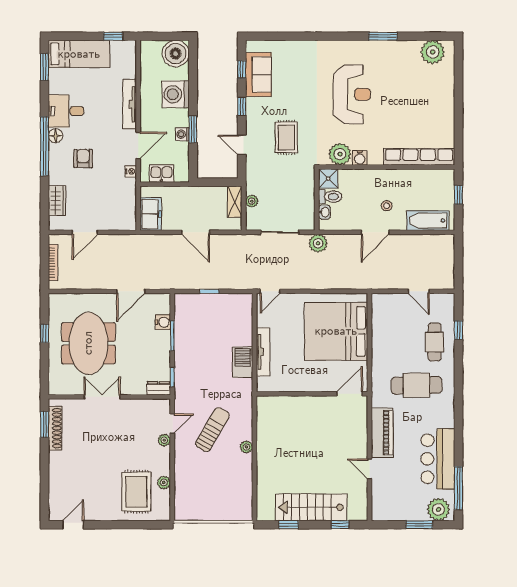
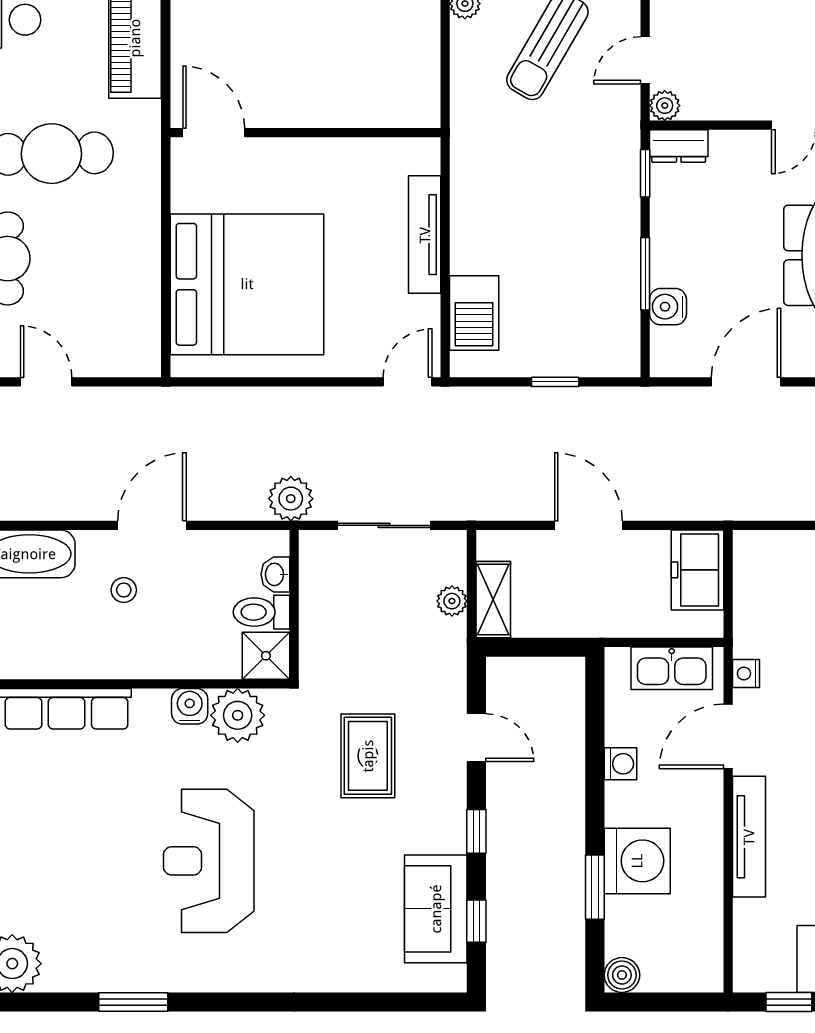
boiler: (176, 54) -> (622, 975), width x0.54, depth x0.54
window: (193, 129) -> (595, 887), moved
kitchen sink: (161, 173) -> (672, 668), width x1.38
barbecue: (243, 362) -> (474, 313), moved
door: (350, 394) -> (214, 133), swing flipped
plant: (164, 440) -> (665, 106), moved

